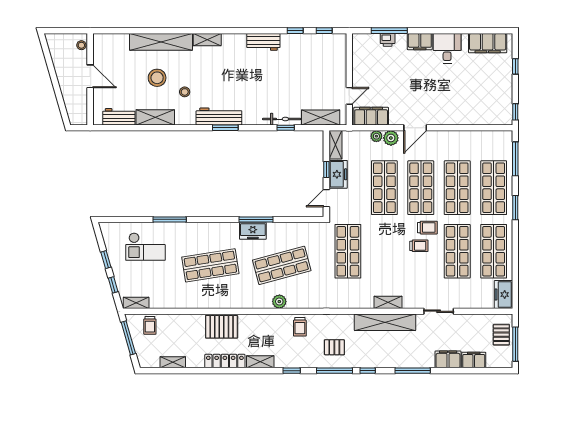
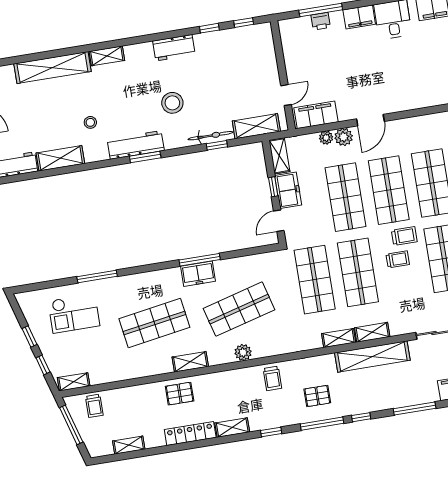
stool: (157, 78) -> (172, 103), moved
shop shelf: (384, 251) -> (358, 272), added
shelving: (235, 302) -> (190, 362), added
shelving: (360, 303) -> (339, 338), added
pallet: (222, 327) -> (180, 394), width x0.67, depth x0.71

